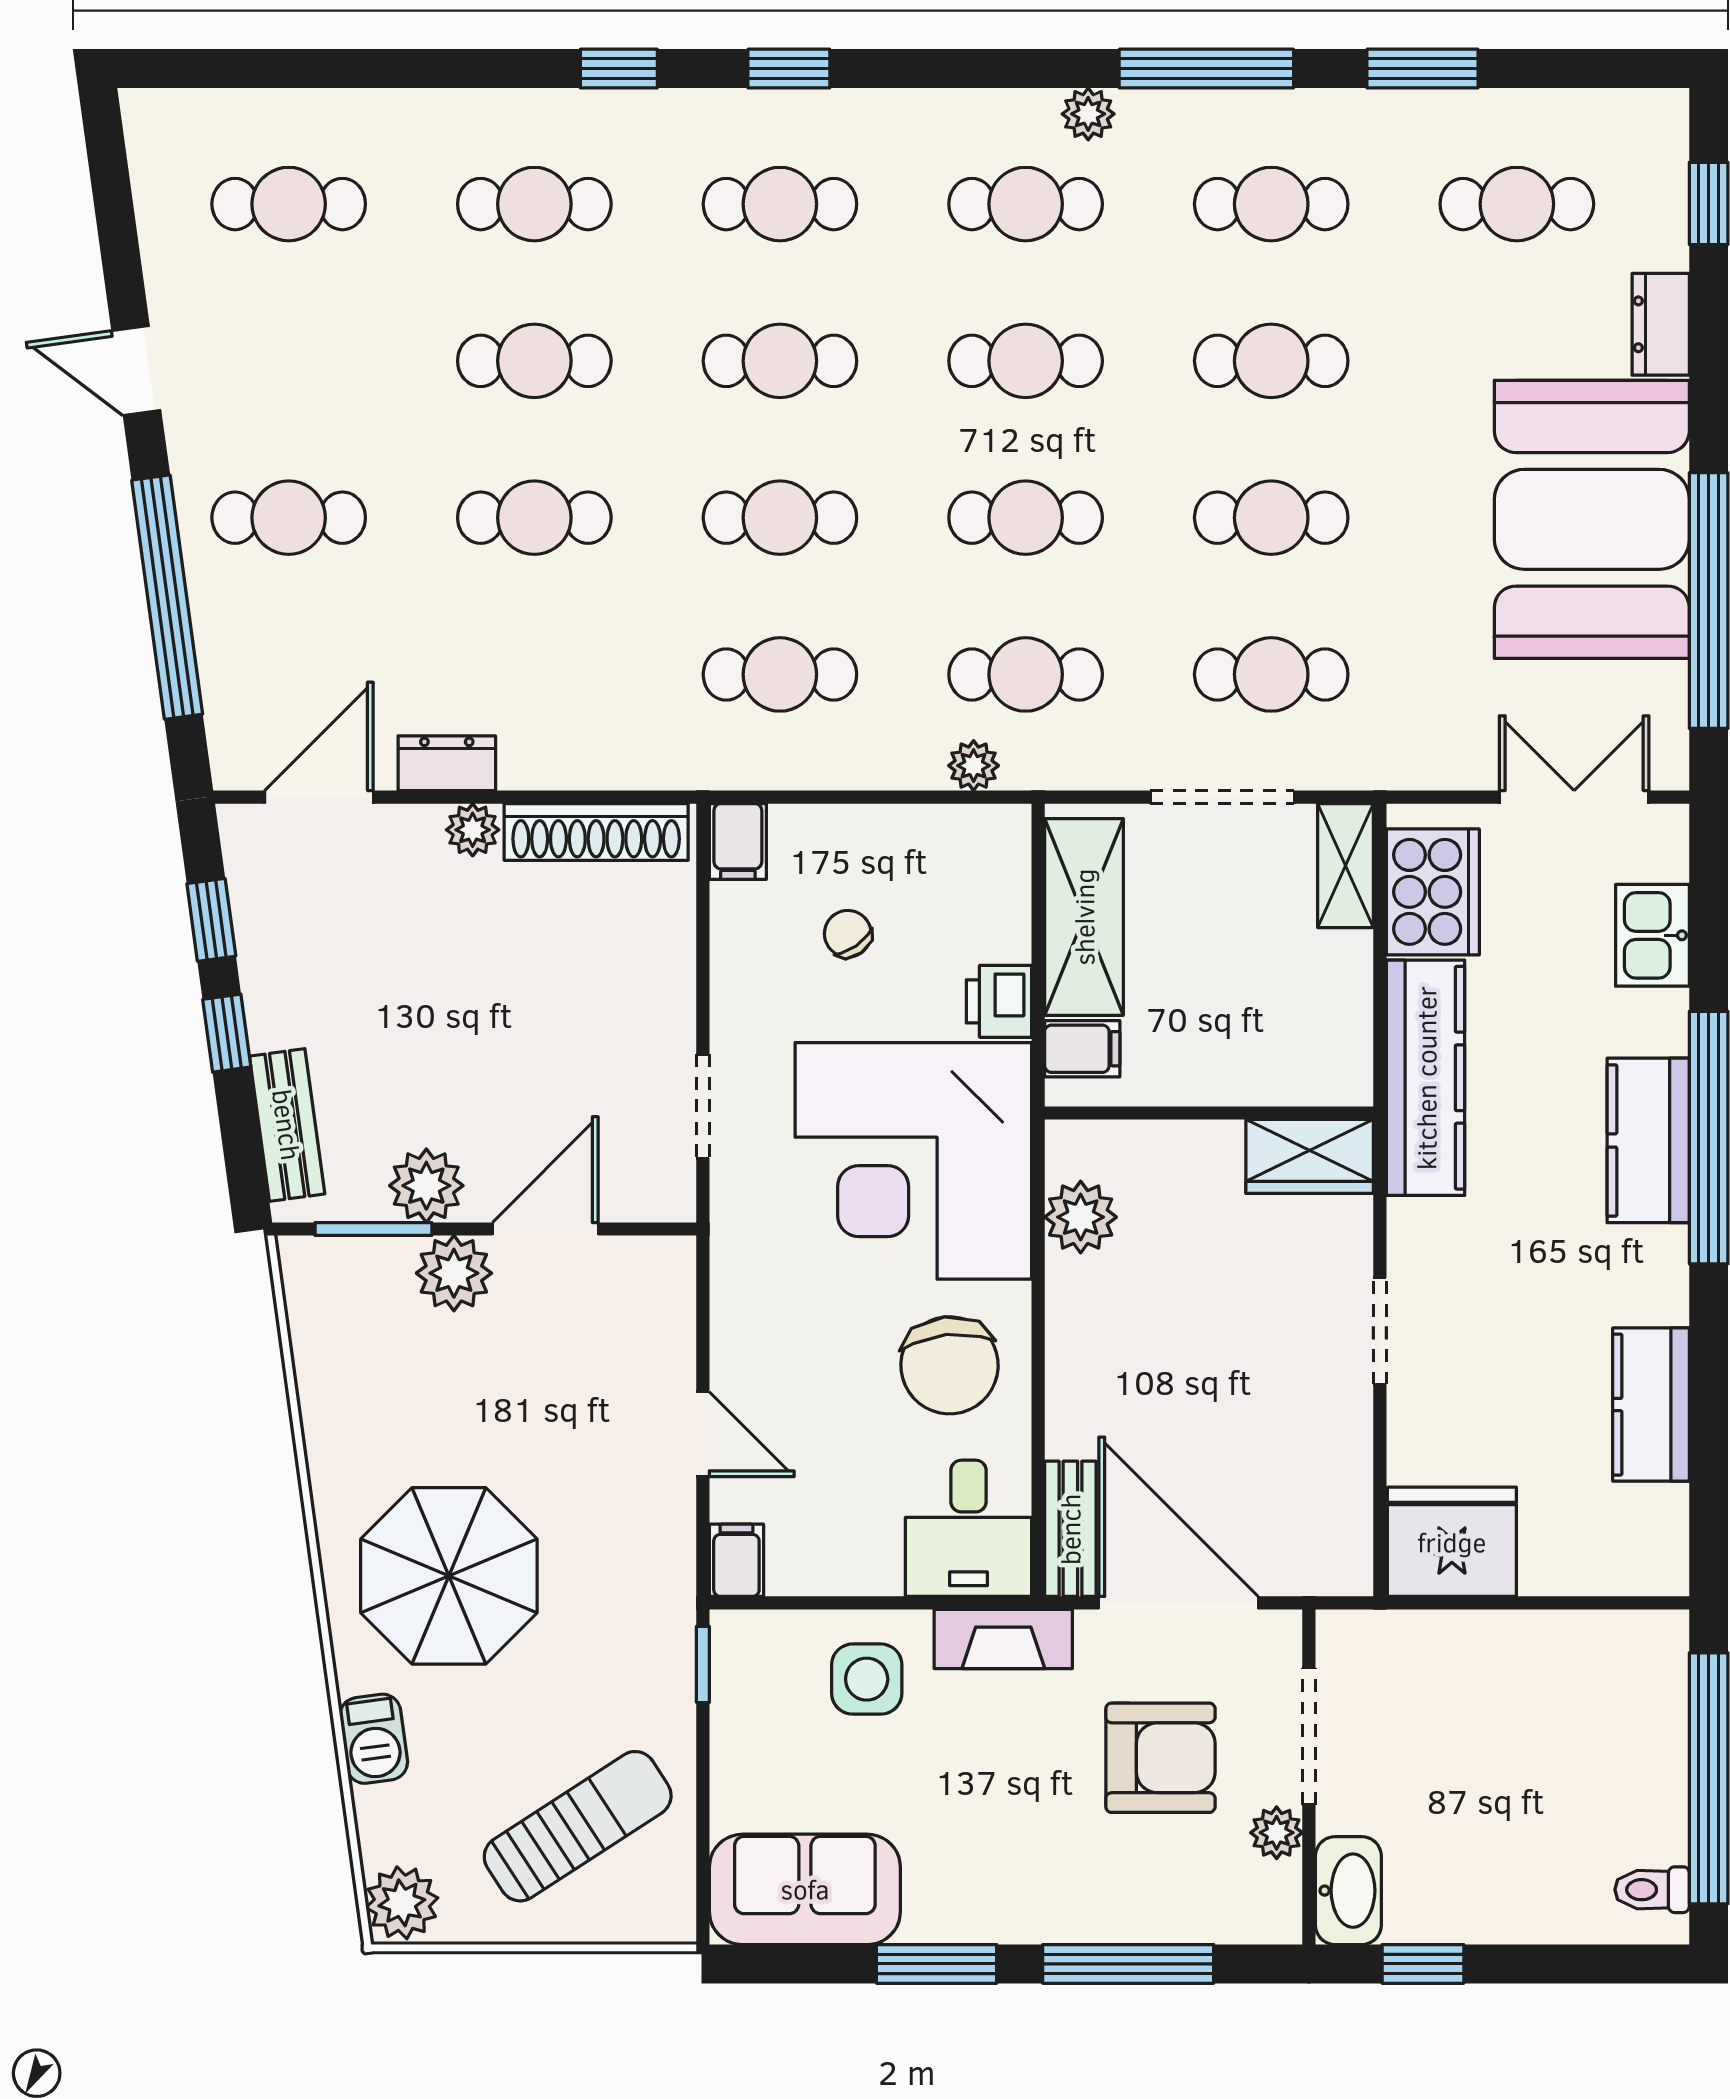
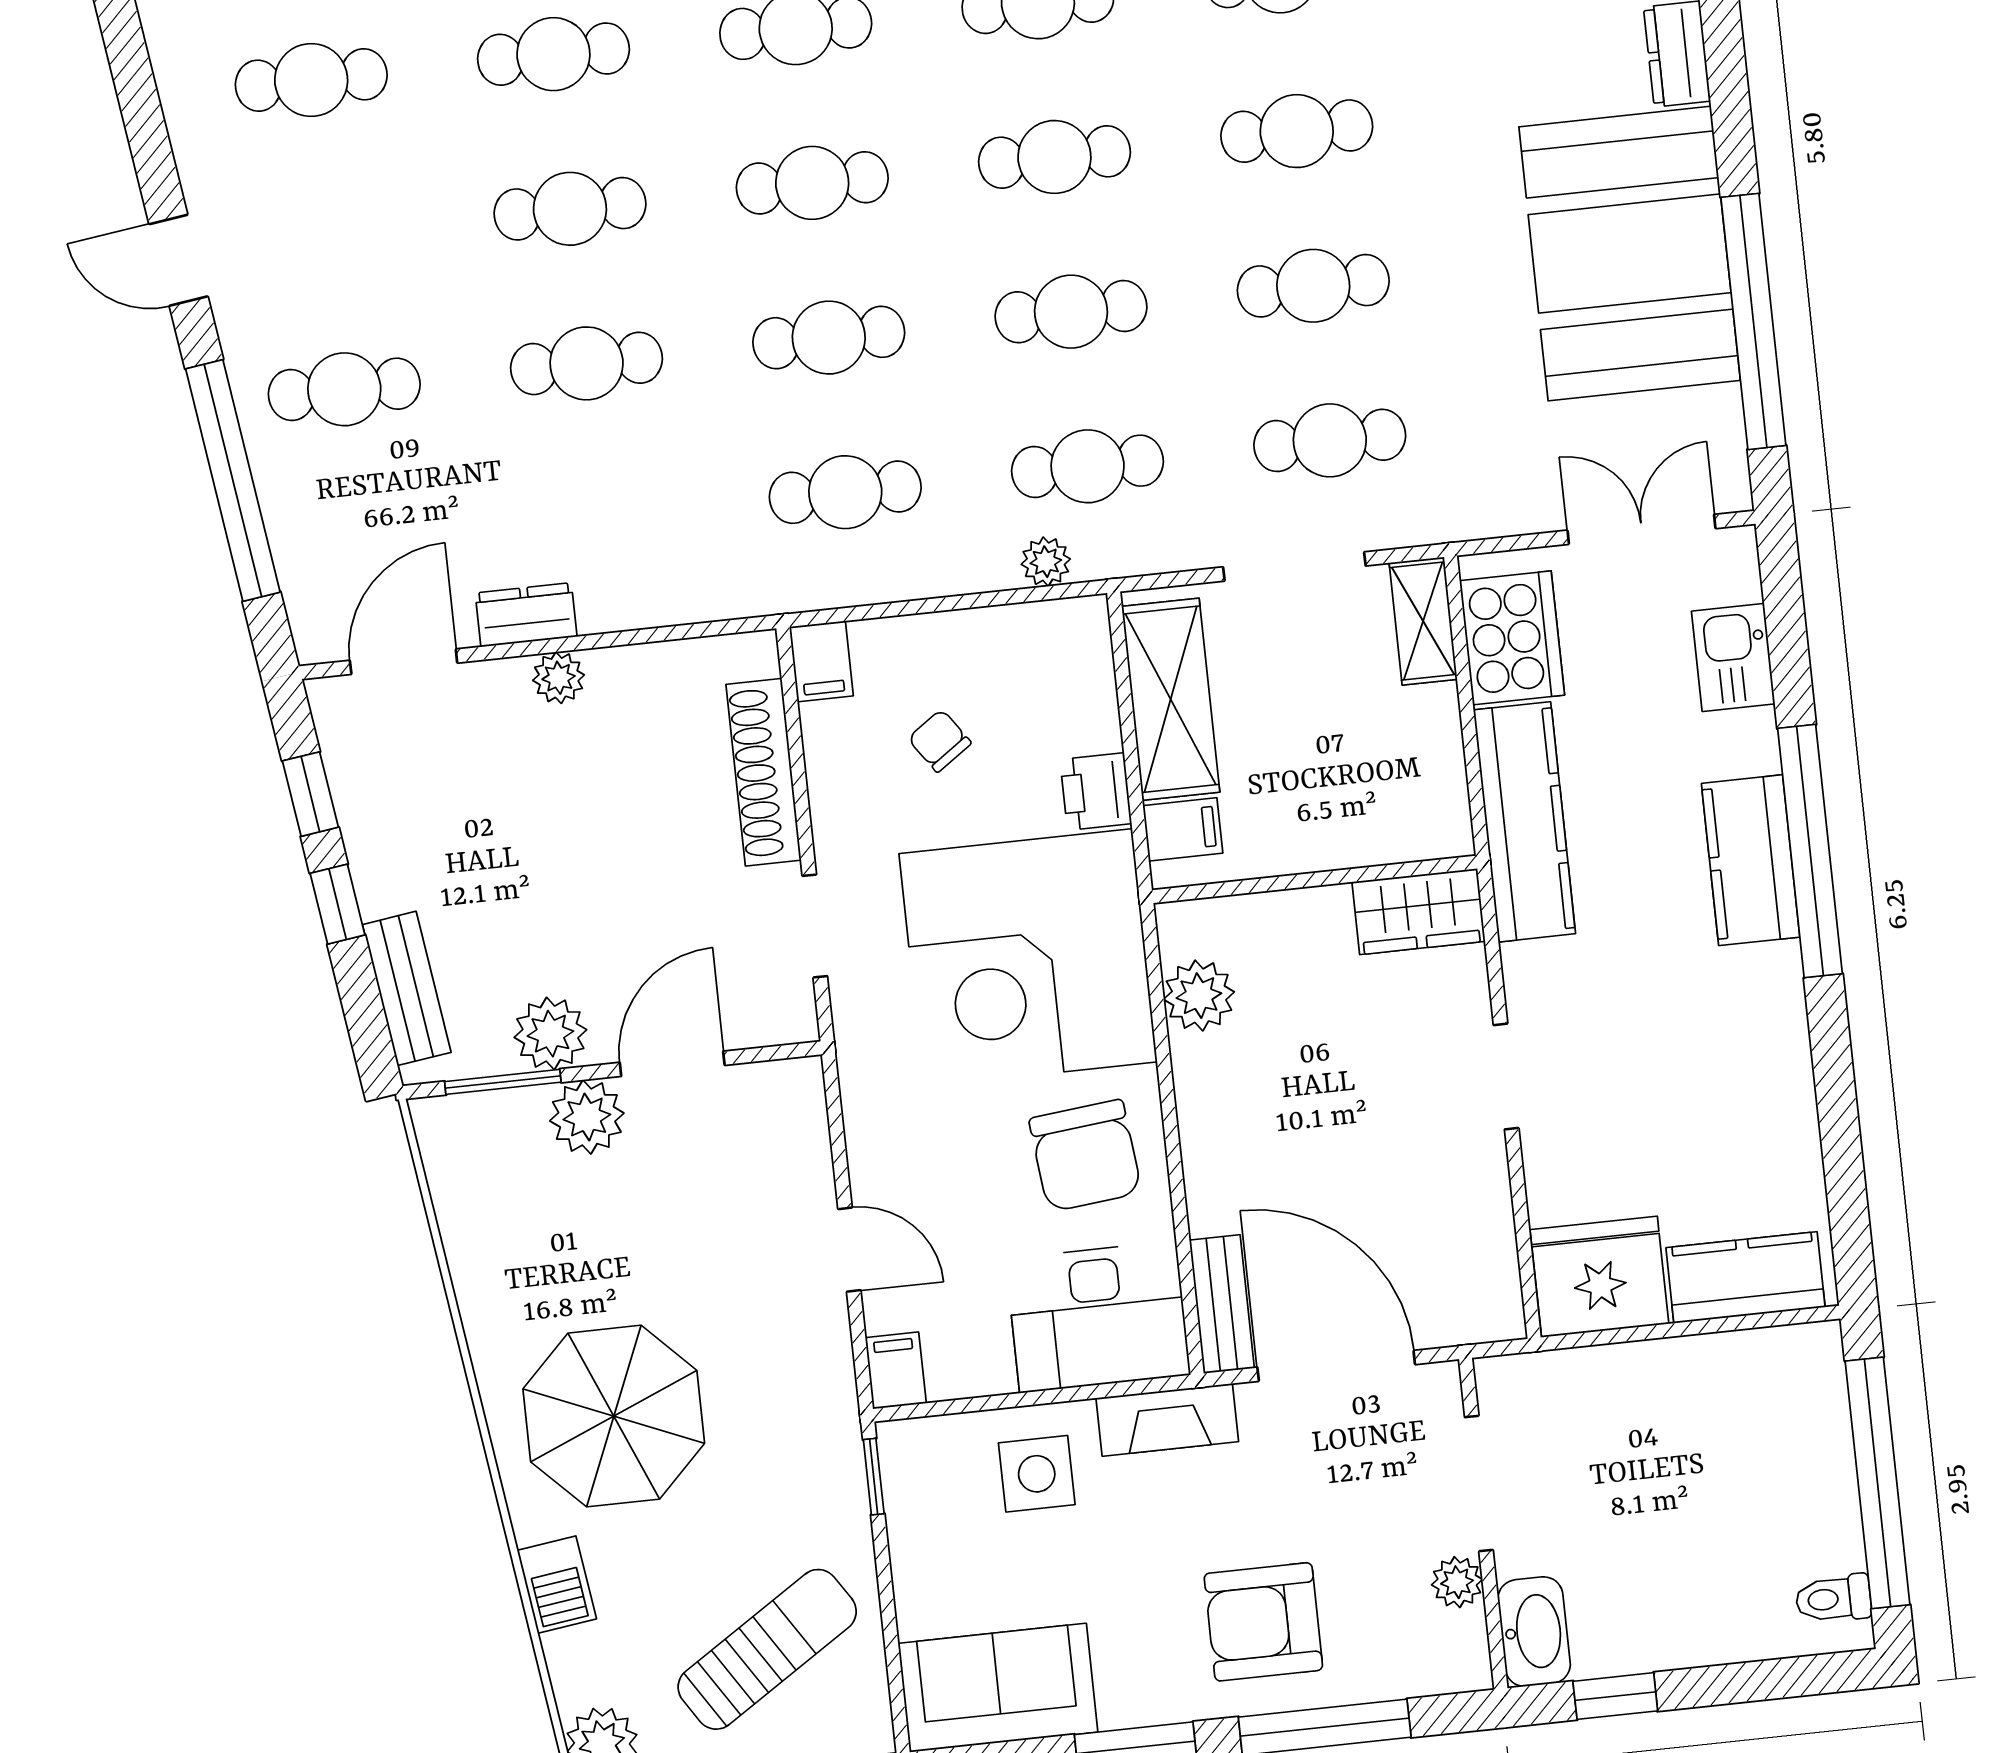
shoe rack: (596, 832) -> (764, 772), moved, turned 90
kitchen counter: (1651, 1405) -> (1745, 1277), moved, turned 90
desk: (969, 1528) -> (1098, 1317), width x1.37
armchair: (1160, 1758) -> (1263, 1622), moved, turned 180

